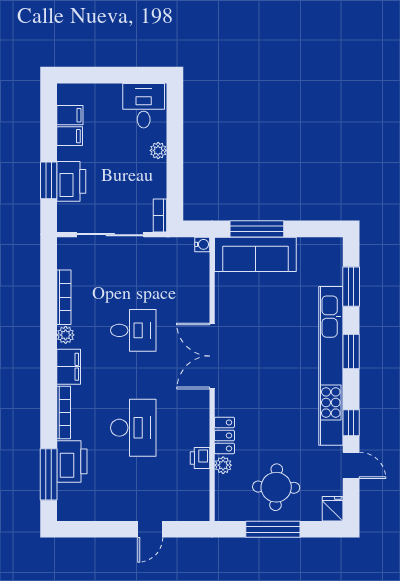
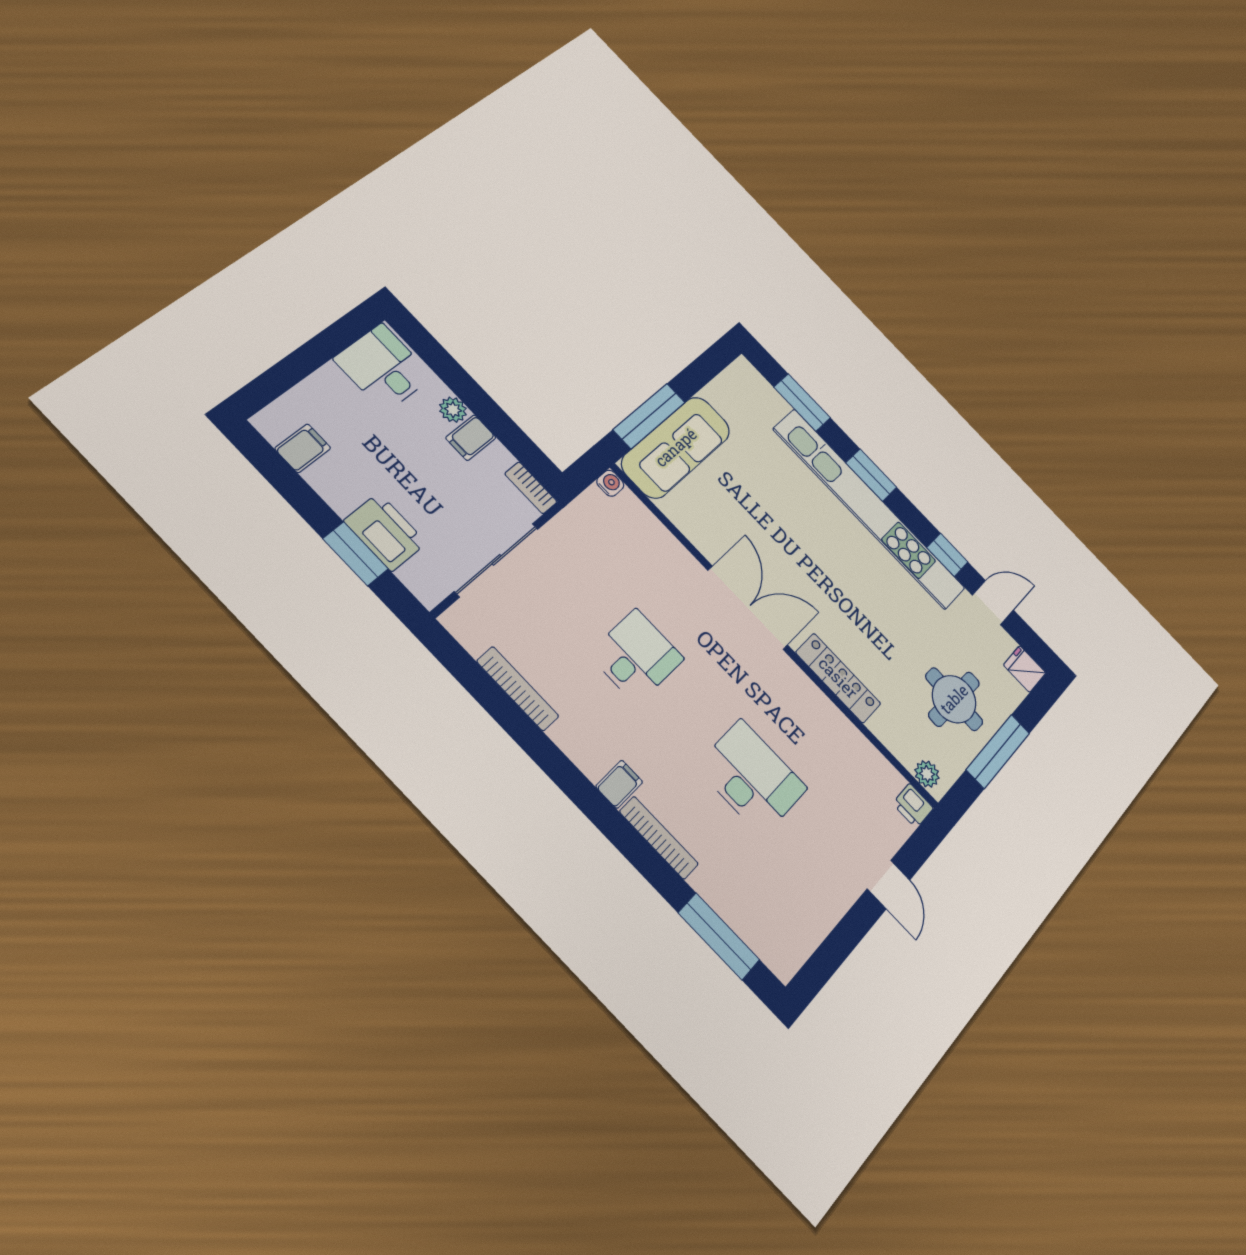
filing cabinet: (70, 136) -> (471, 438), moved, turned 180
plant: (66, 335) -> (566, 735), removed
double door: (212, 356) -> (748, 608), swing flipped
filing cabinet: (69, 367) -> (619, 784), width x0.50
locker: (224, 435) -> (838, 678), width x1.53
printer: (200, 458) -> (913, 806), moved
printer: (72, 461) -> (728, 891), removed
plant: (223, 465) -> (927, 774), moved

